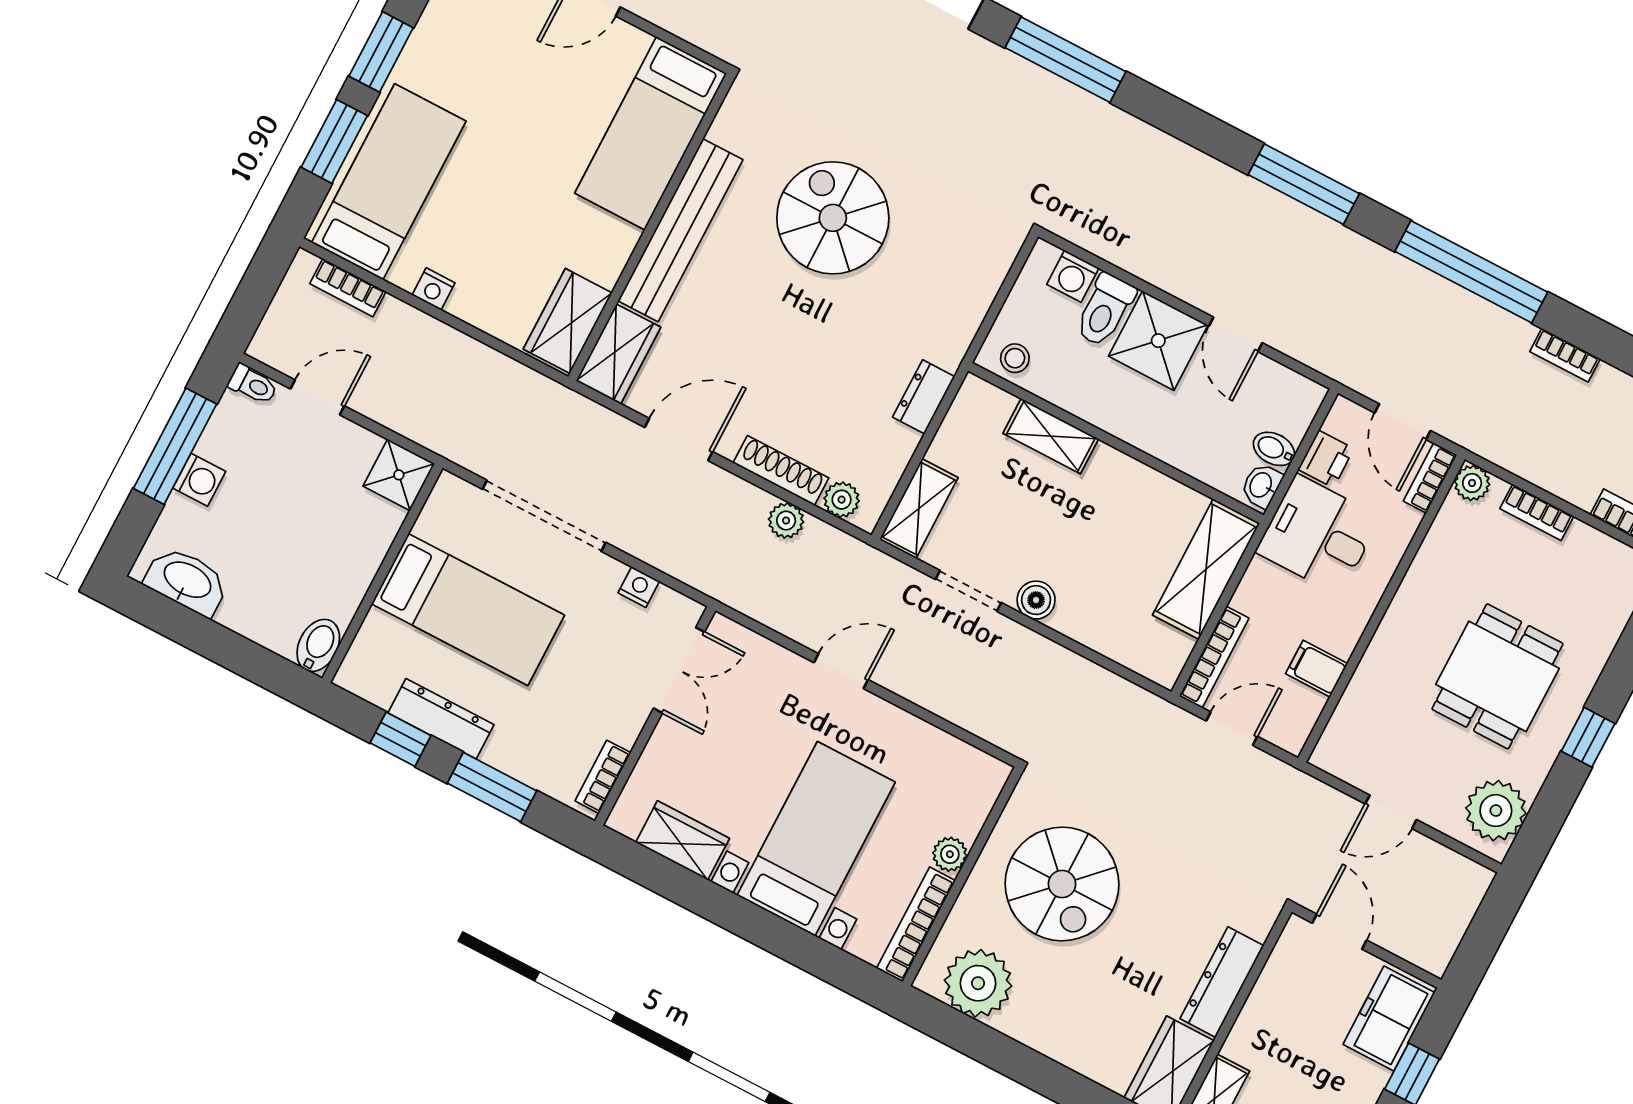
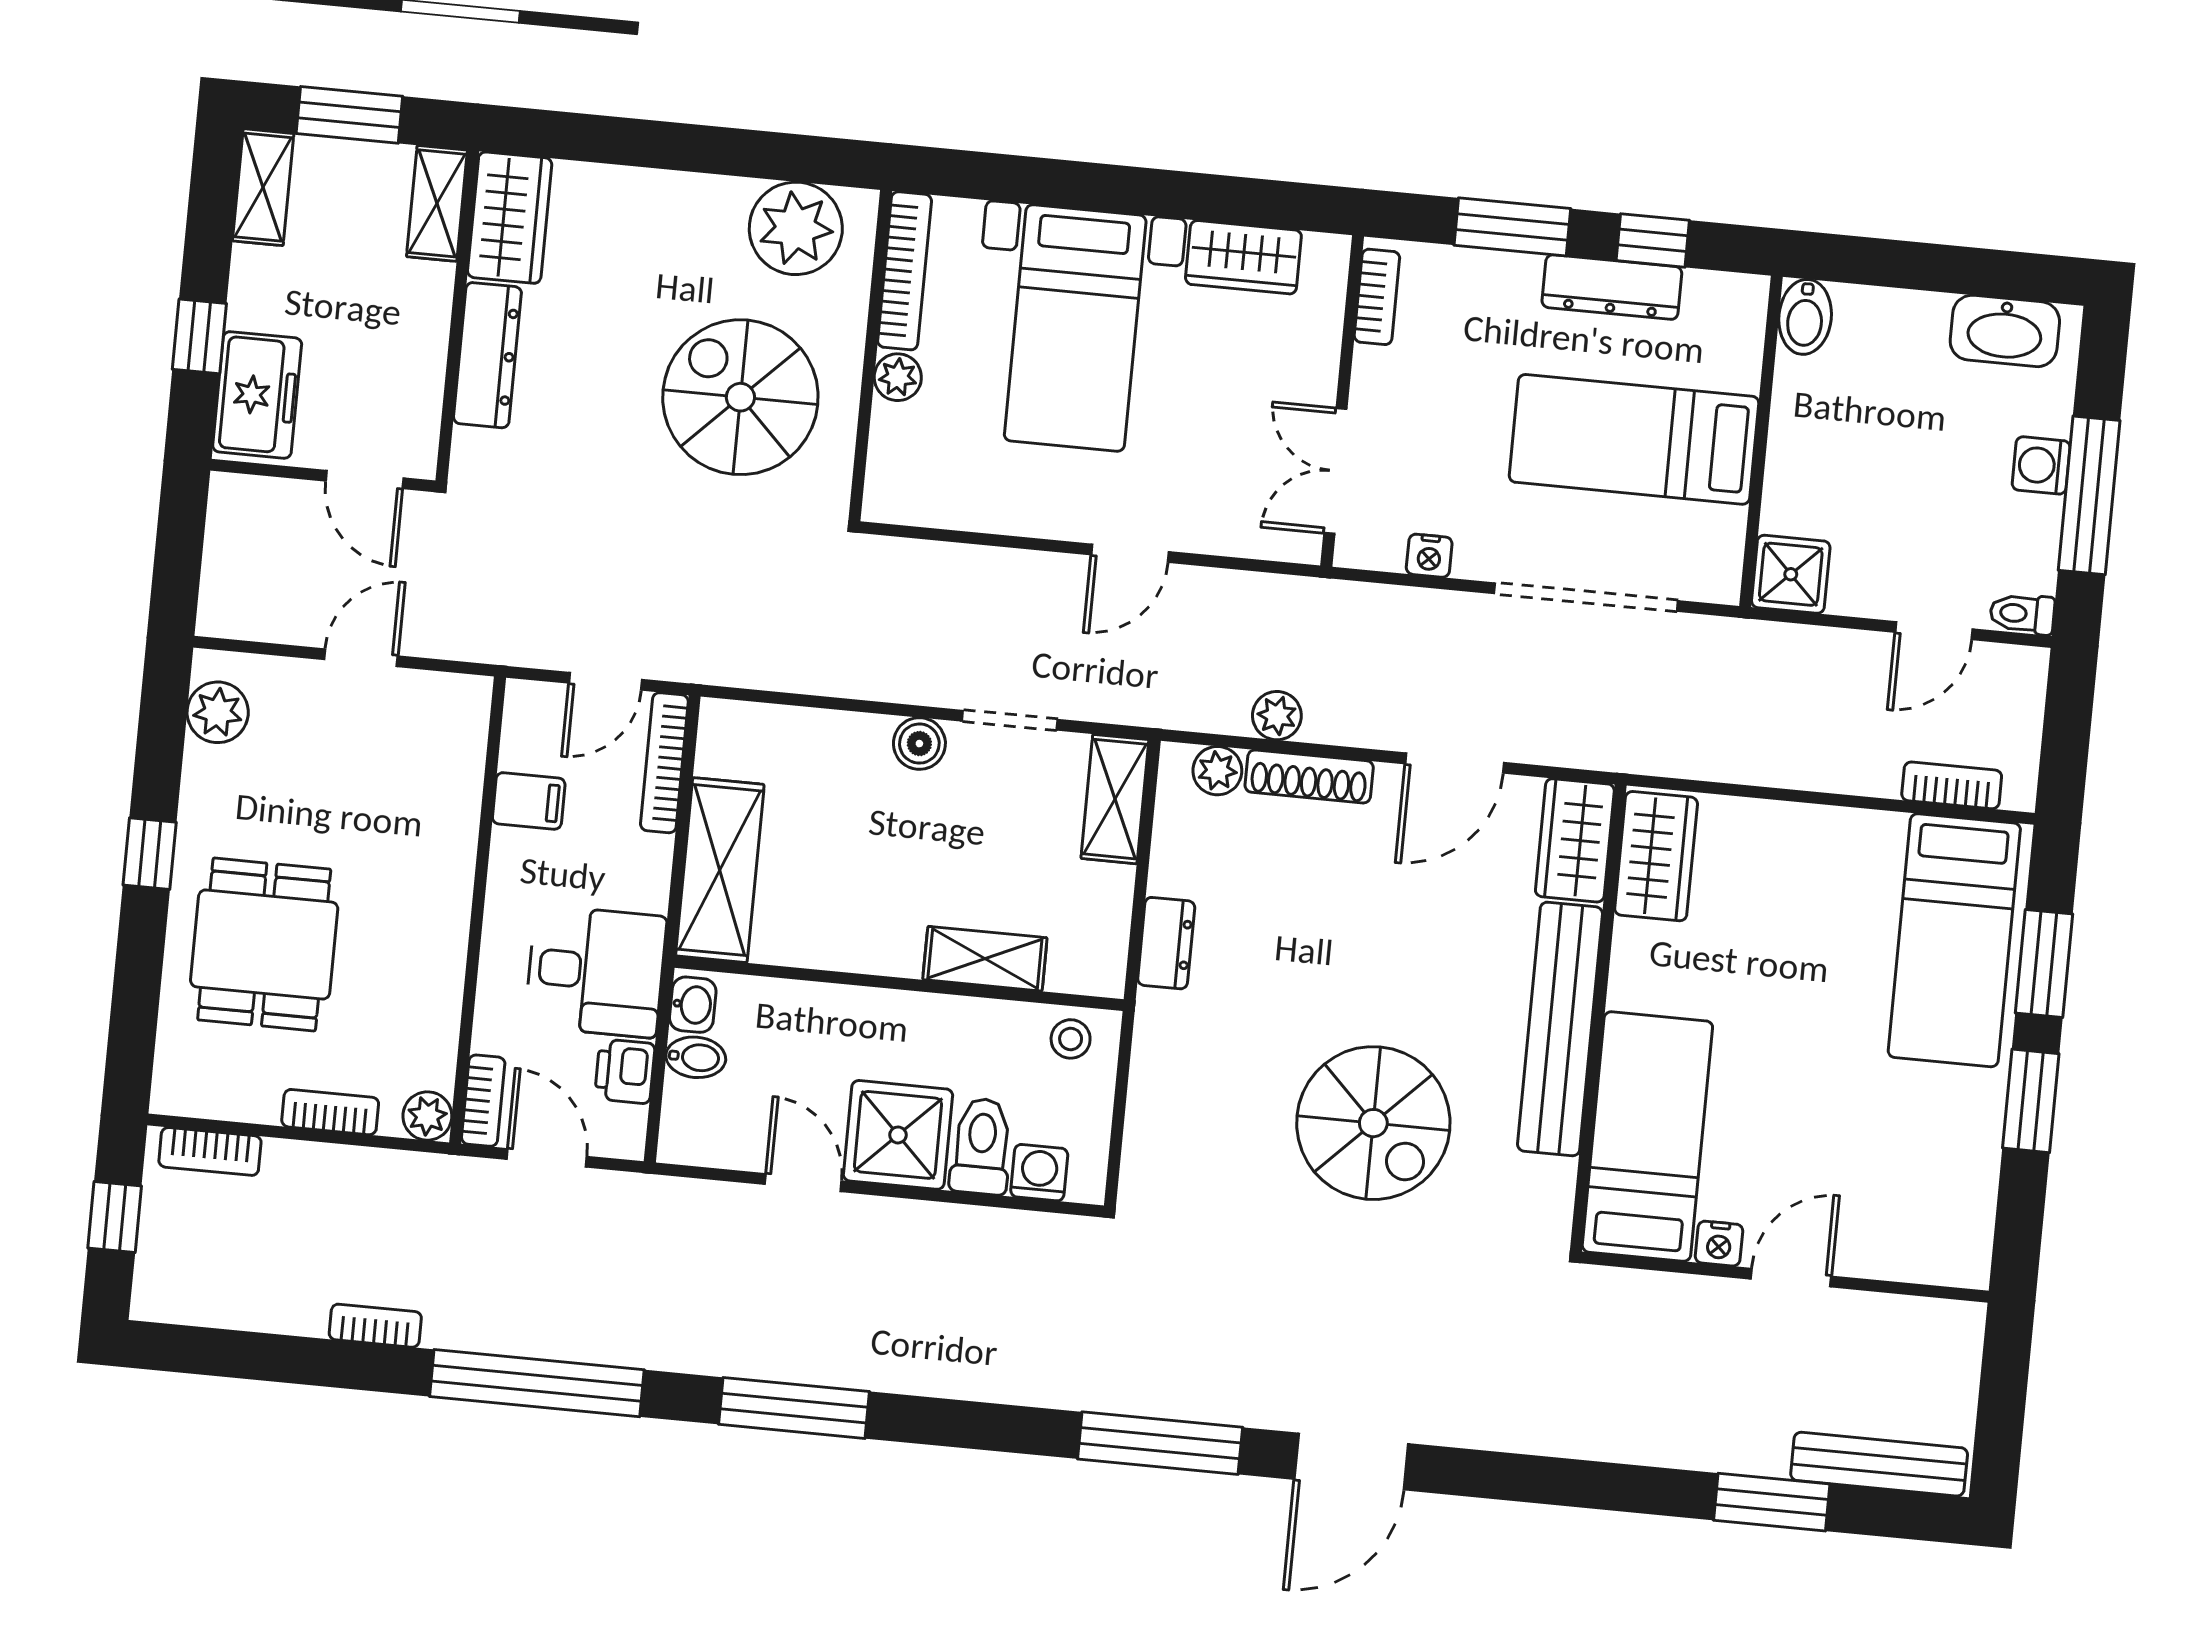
nightstand: (434, 289) -> (1719, 1244), moved, turned 180
dining table: (1498, 676) -> (264, 944), moved
plant: (1496, 811) -> (218, 712), width x0.73, depth x0.73

